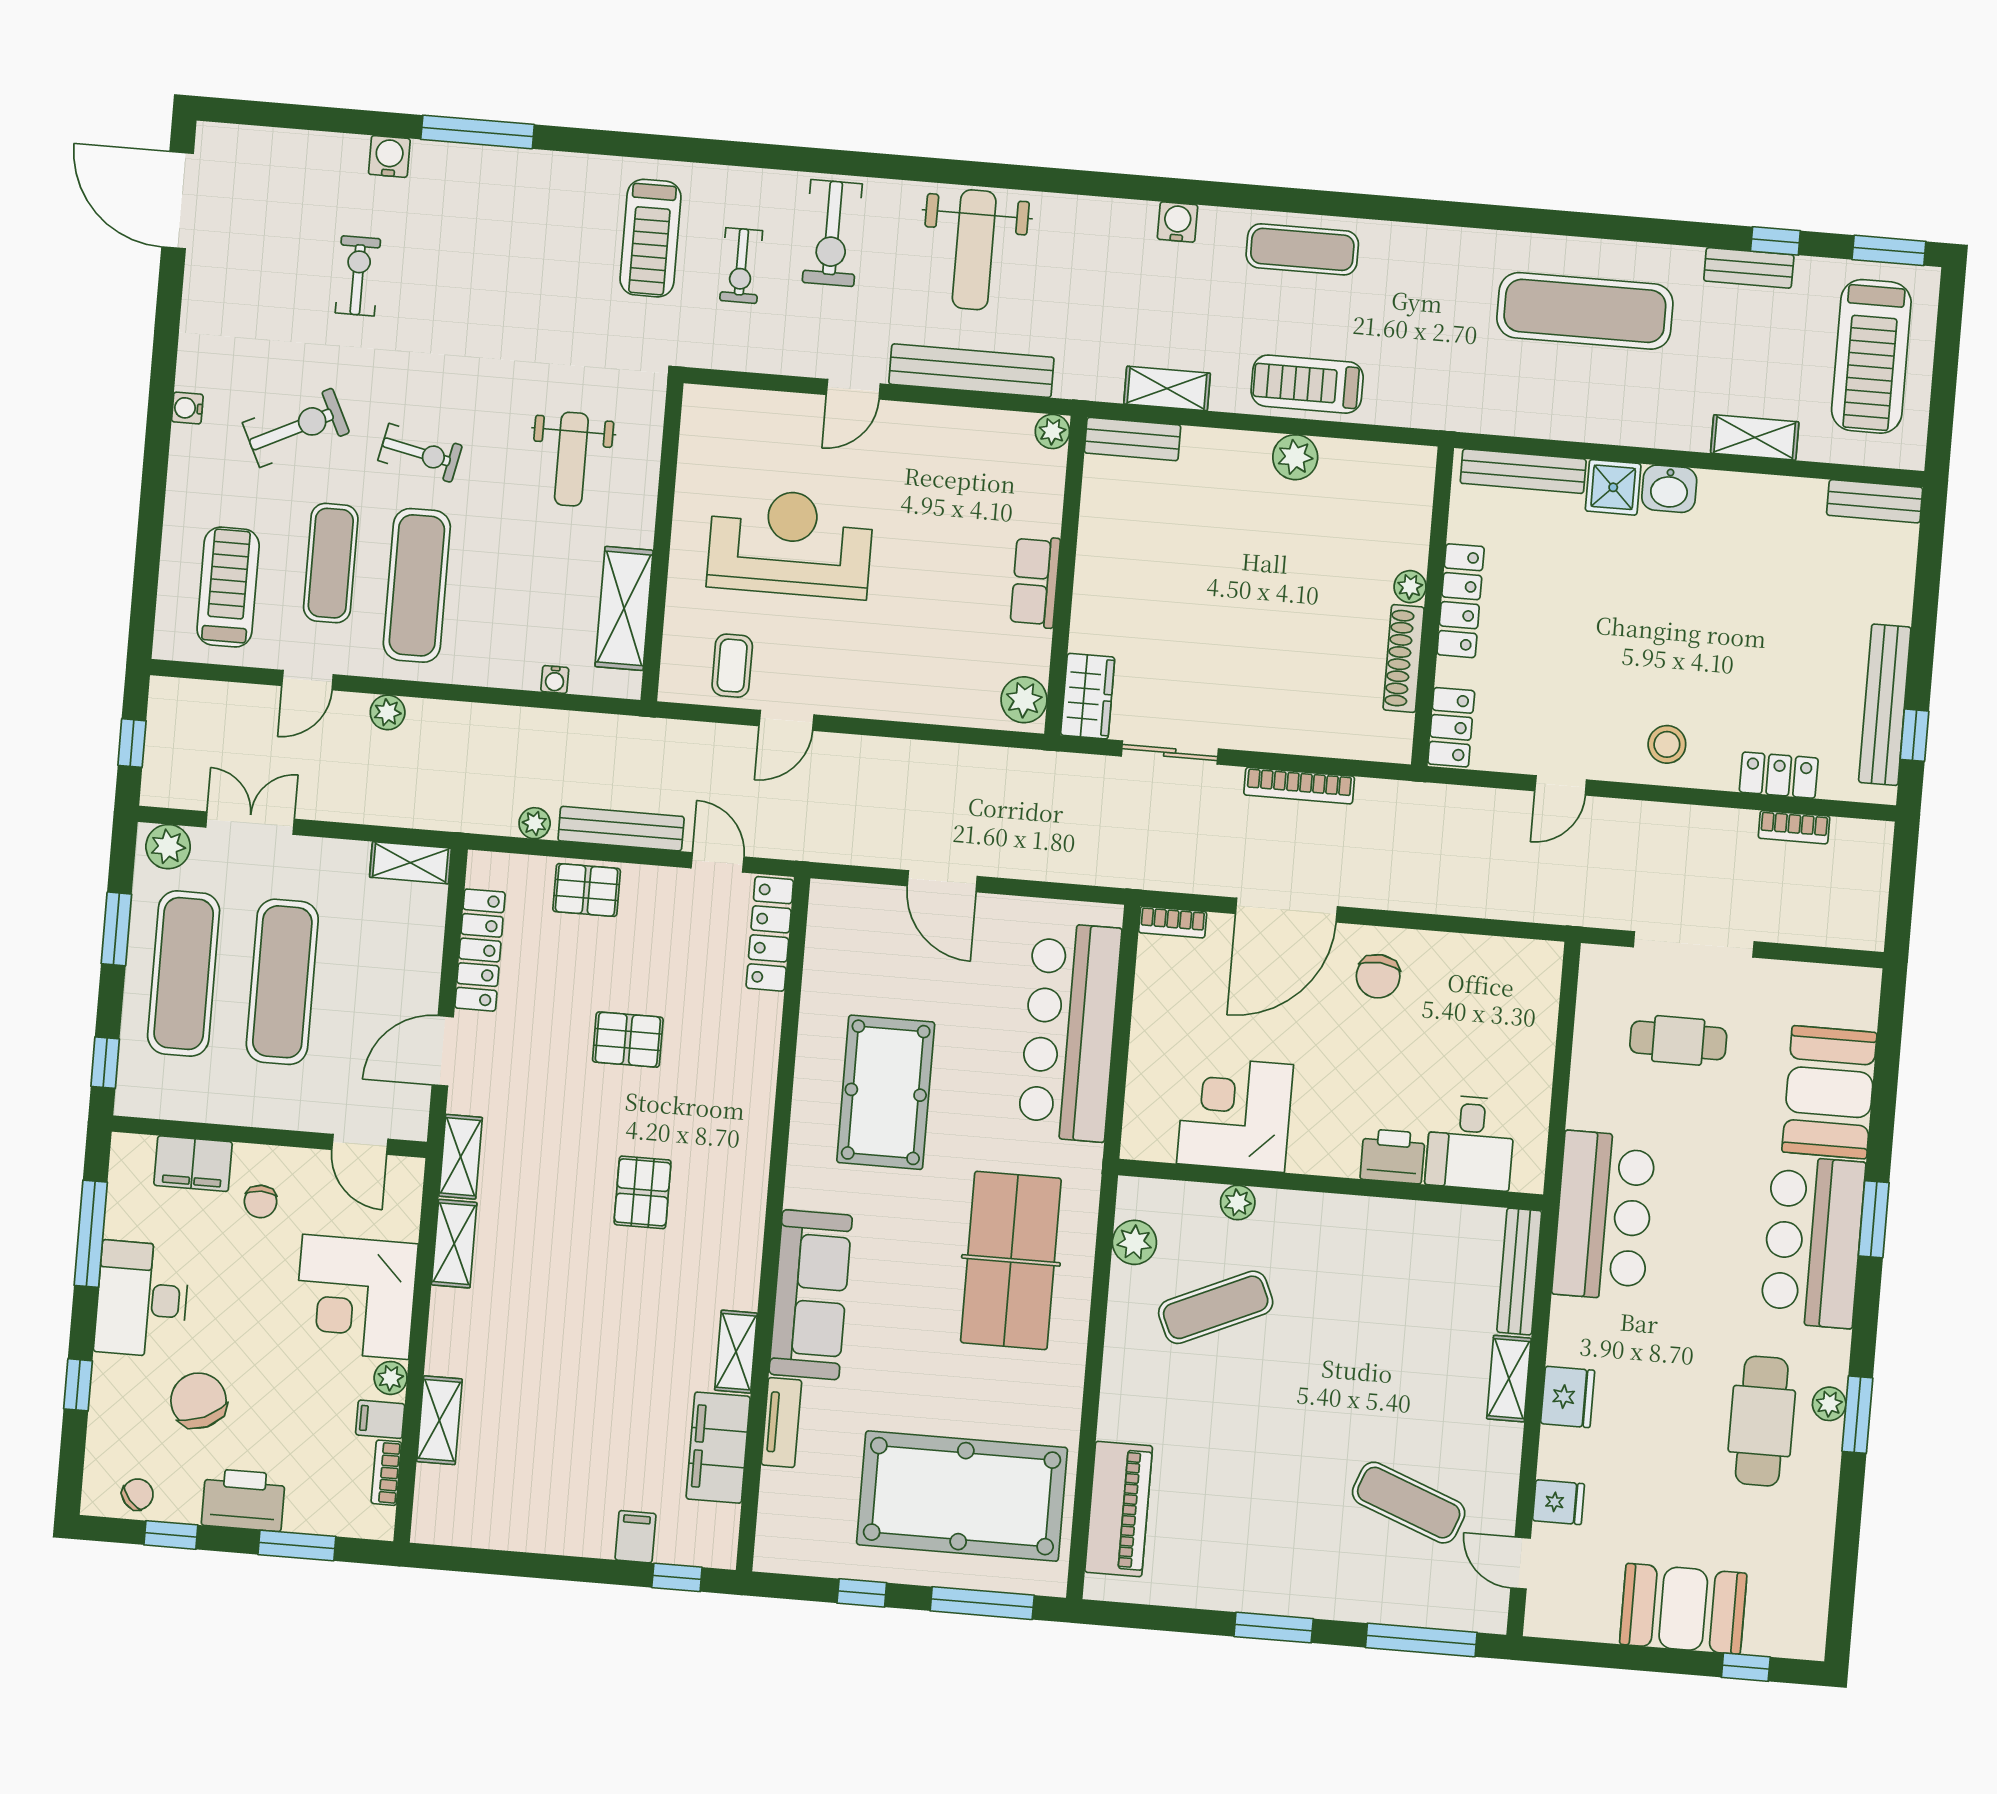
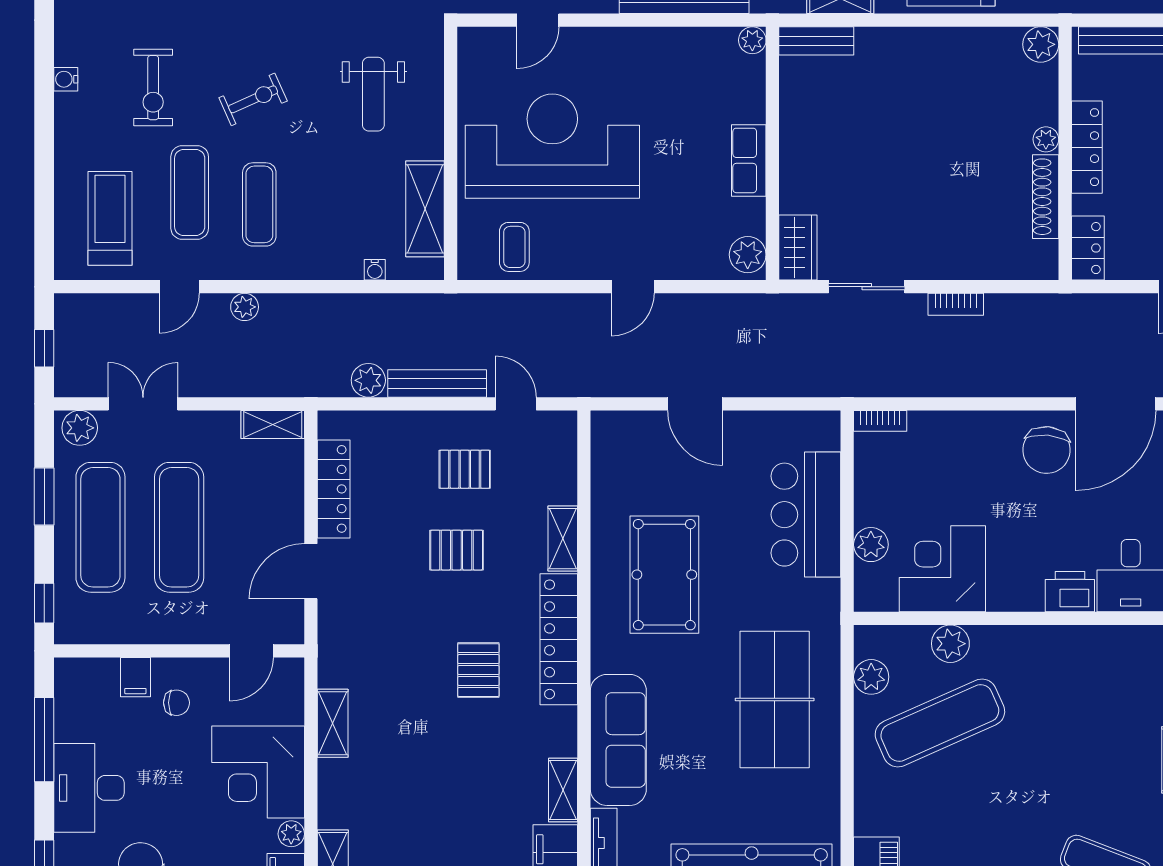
door: (853, 389) -> (538, 20), moved
exercise bike: (296, 428) -> (153, 88), turned 116
exercise bike: (420, 453) -> (253, 99), turned -36
plant: (1295, 457) -> (1041, 44), moved
reception desk: (790, 543) -> (552, 146), width x1.36, depth x1.30
exercise mat: (417, 585) -> (259, 204), width x0.73, depth x0.69
door: (786, 720) -> (633, 287), moved
bookcase: (1299, 786) -> (956, 304), width x0.64
plant: (535, 823) -> (368, 380), width x1.38, depth x1.38
pallet: (587, 890) -> (465, 469), moved
door: (1286, 910) -> (1116, 404), moved
locker: (770, 934) -> (559, 639), moved, width x1.41, depth x1.21
chair: (1378, 976) -> (1047, 450), width x1.37, depth x1.37
bar counter: (1070, 1032) -> (806, 515), width x0.73
plant: (1148, 1076) -> (871, 545), added
door: (360, 1144) -> (251, 651), hinge flipped
shelving: (461, 1157) -> (563, 539), moved
filing cabinet: (193, 1164) -> (135, 677), width x0.50
chair: (261, 1202) -> (176, 703), turned -90
plant: (1238, 1203) -> (950, 644), width x1.38, depth x1.38
exercise mat: (1216, 1307) -> (940, 723), width x1.36, depth x1.45

